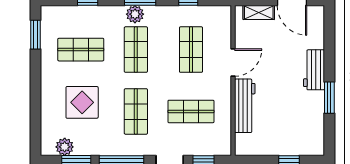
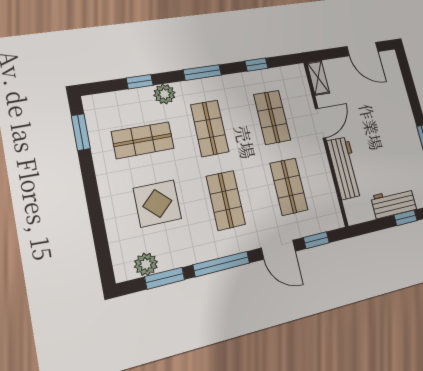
shelving: (259, 12) -> (318, 78), moved, turned 90
plant: (135, 14) -> (164, 94), moved
workbench: (314, 70) -> (394, 203), moved, turned 90
shop shelf: (191, 111) -> (289, 187), turned 90

